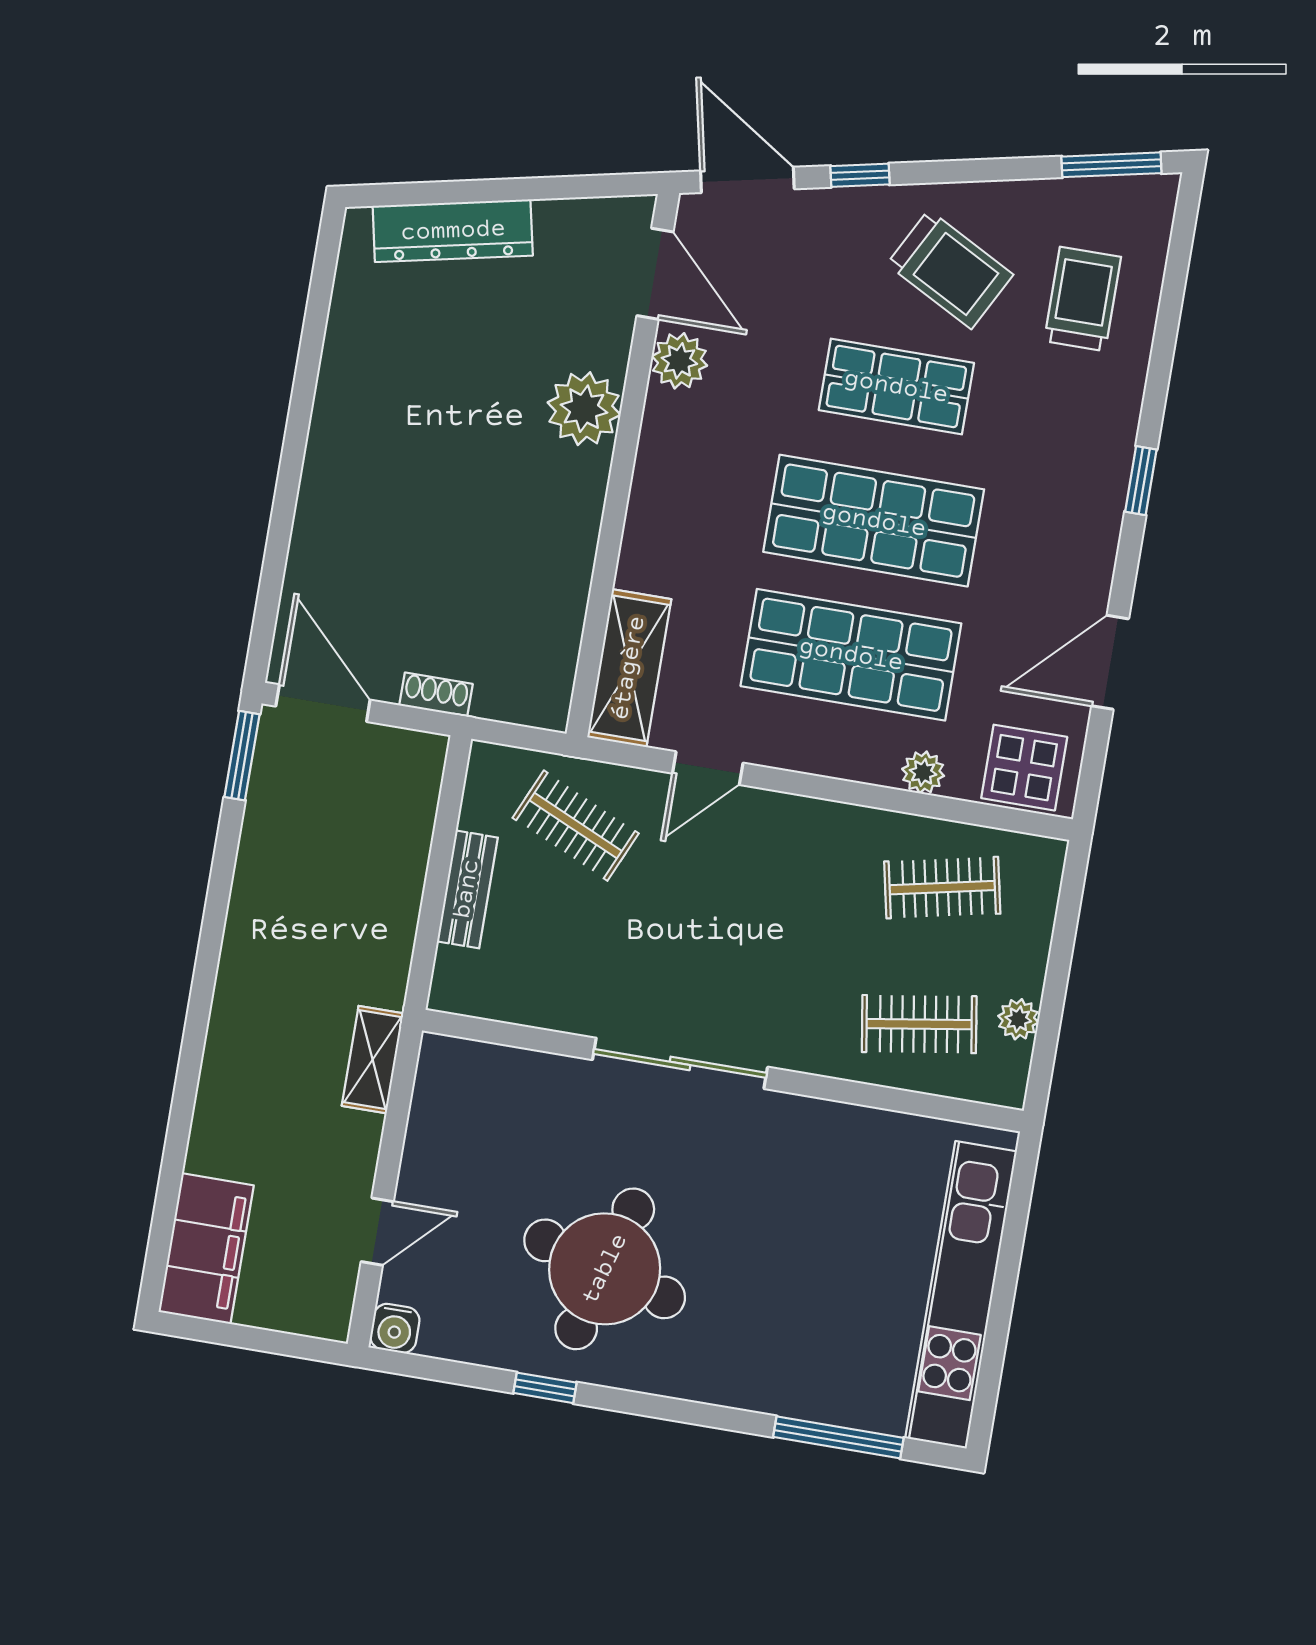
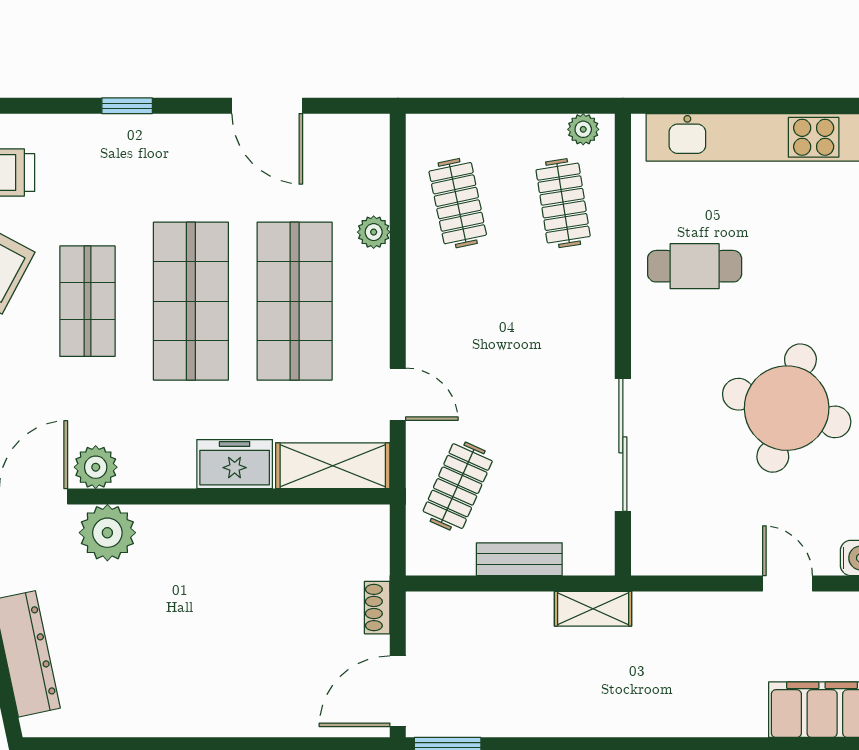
plant: (584, 409) -> (107, 533), moved
freezer: (653, 541) -> (235, 464), added
display table: (1024, 768) -> (357, 157), removed
plant: (1018, 1019) -> (583, 129), moved
shelving: (373, 1060) -> (593, 609), moved
sliding door: (680, 1063) -> (623, 445), moved
cafe table: (809, 1181) -> (695, 266), added

